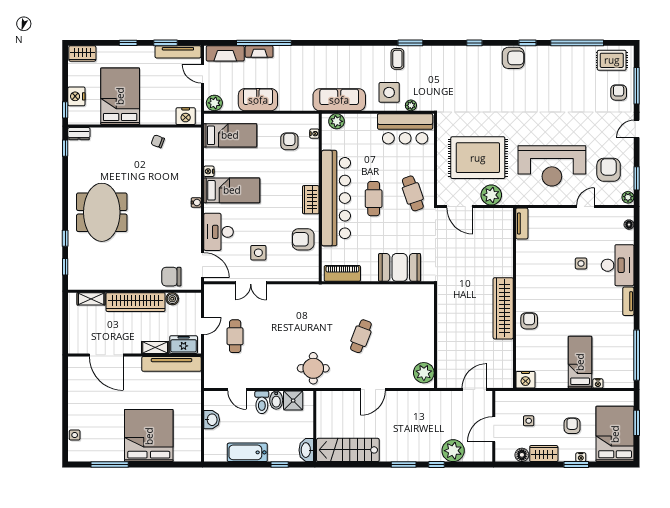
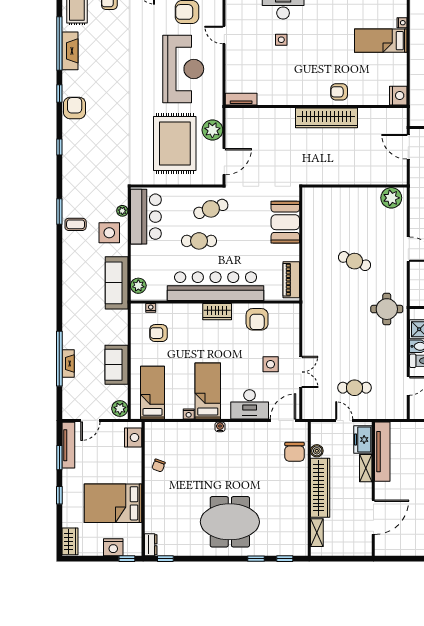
fireplace: (225, 53) -> (70, 51), moved
cafe table: (374, 199) -> (199, 241), moved

